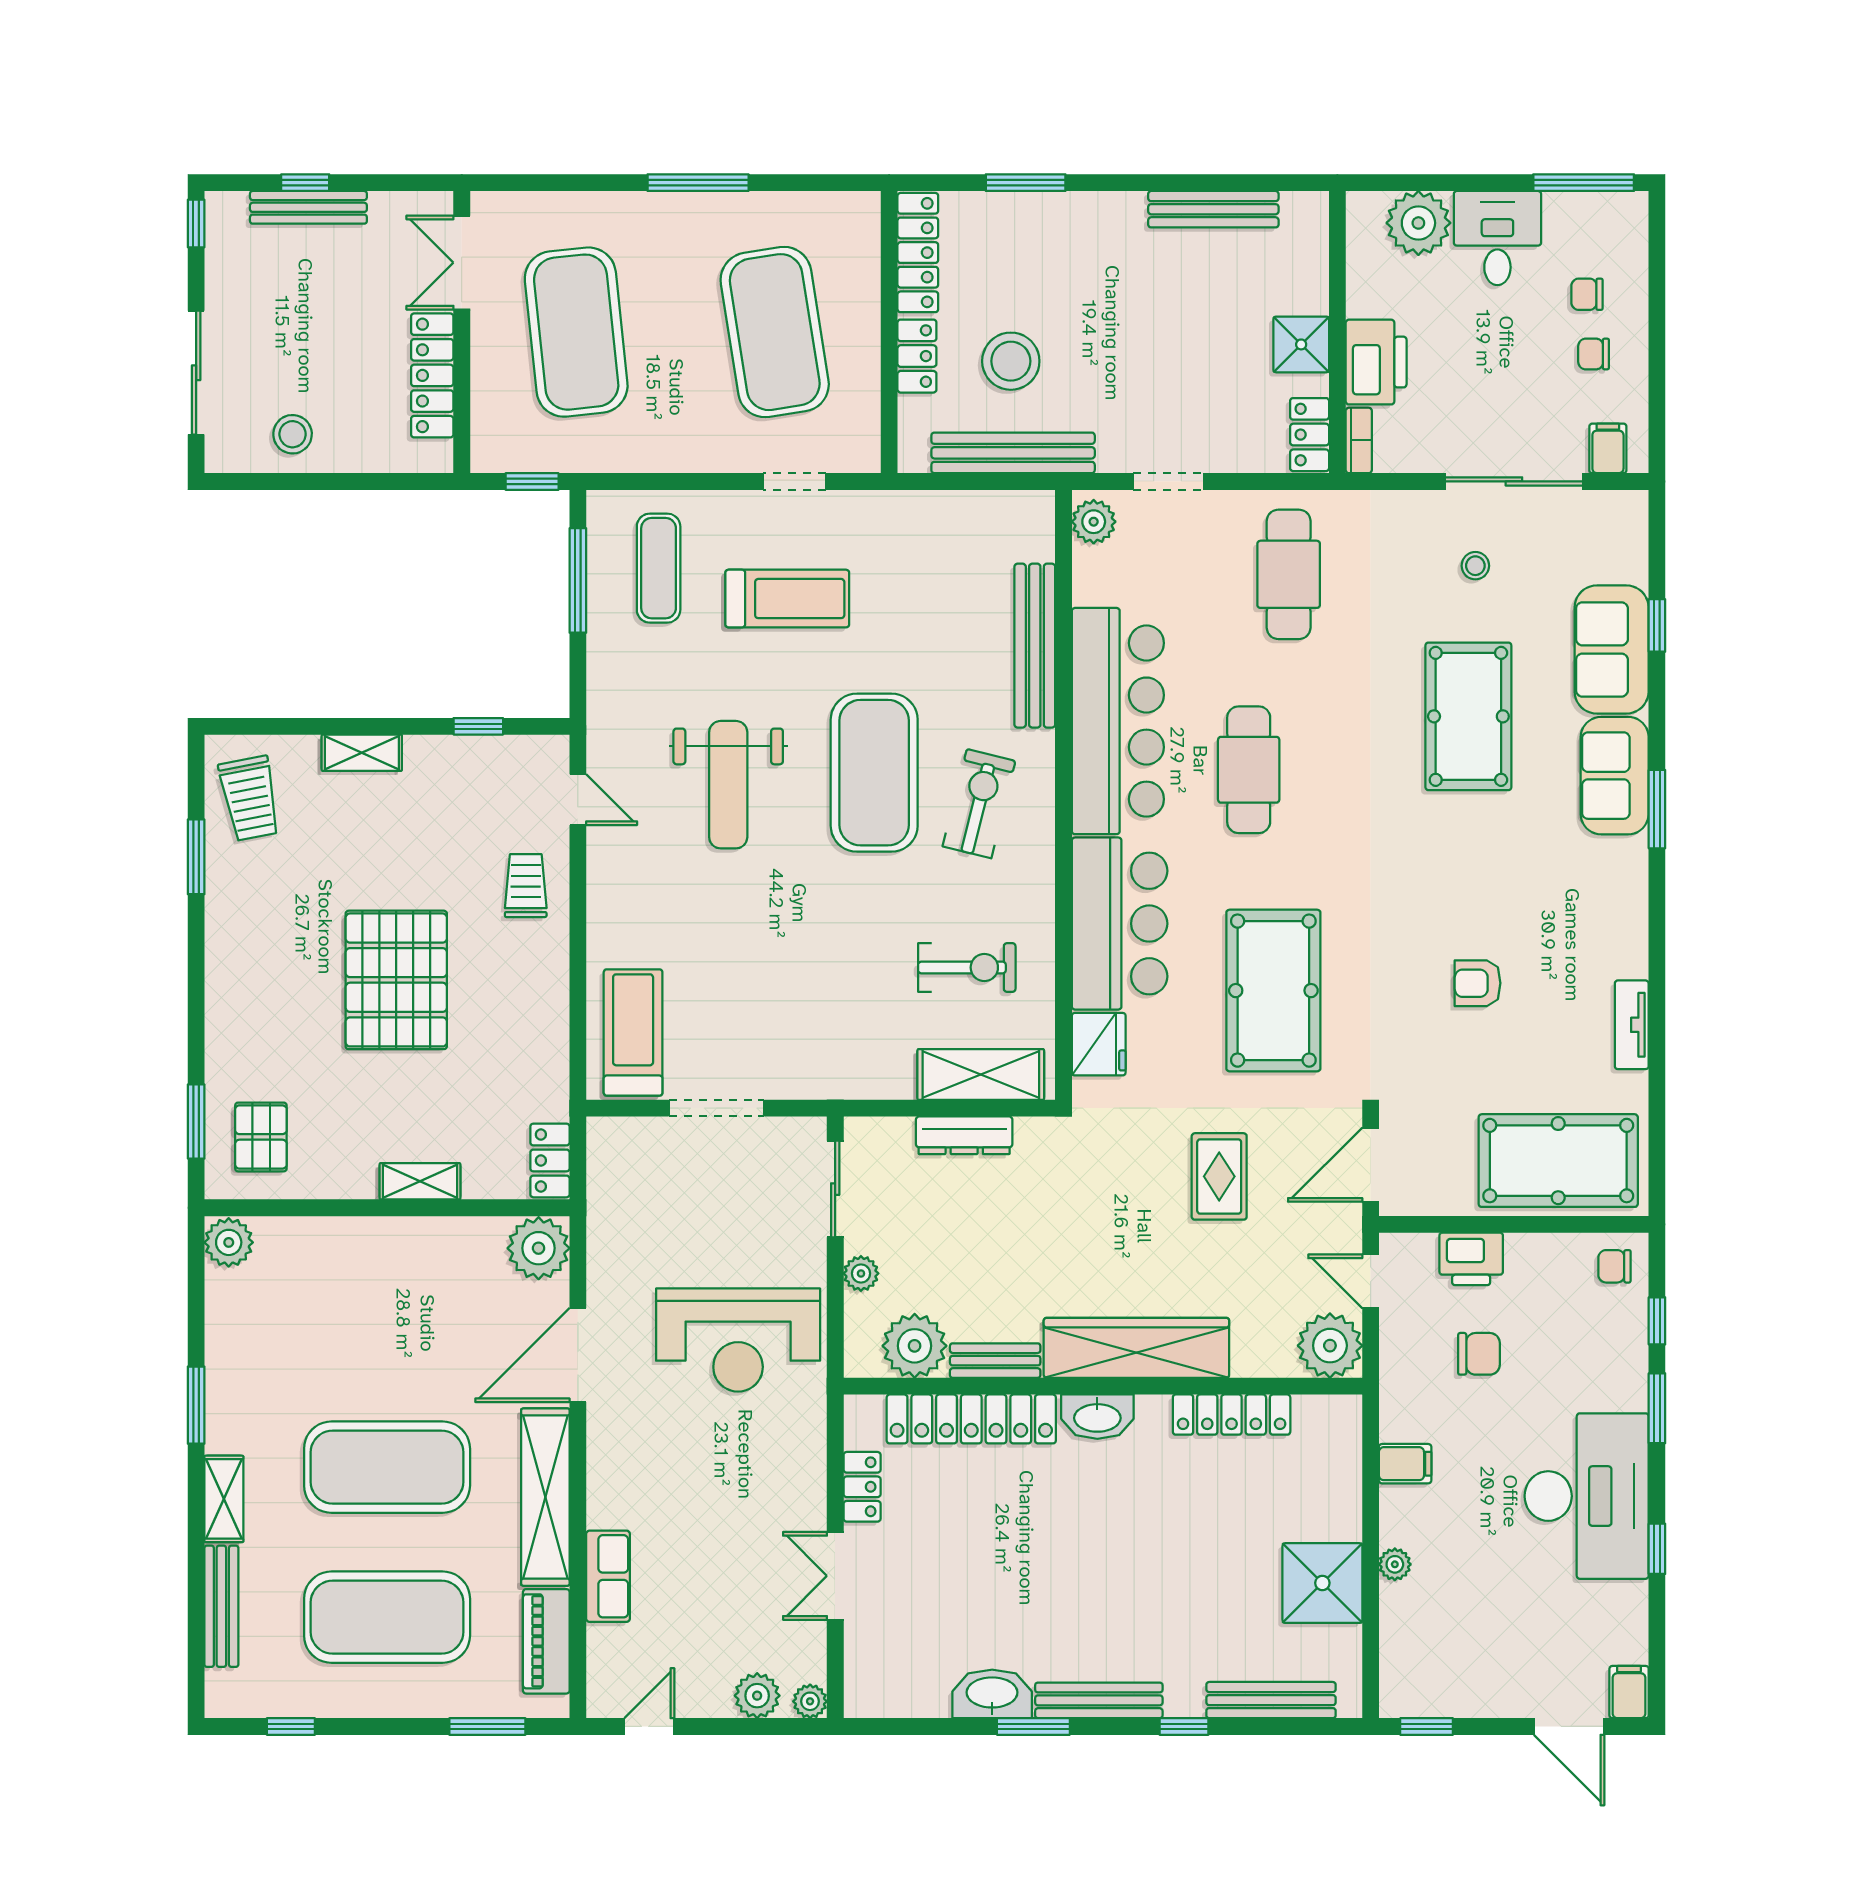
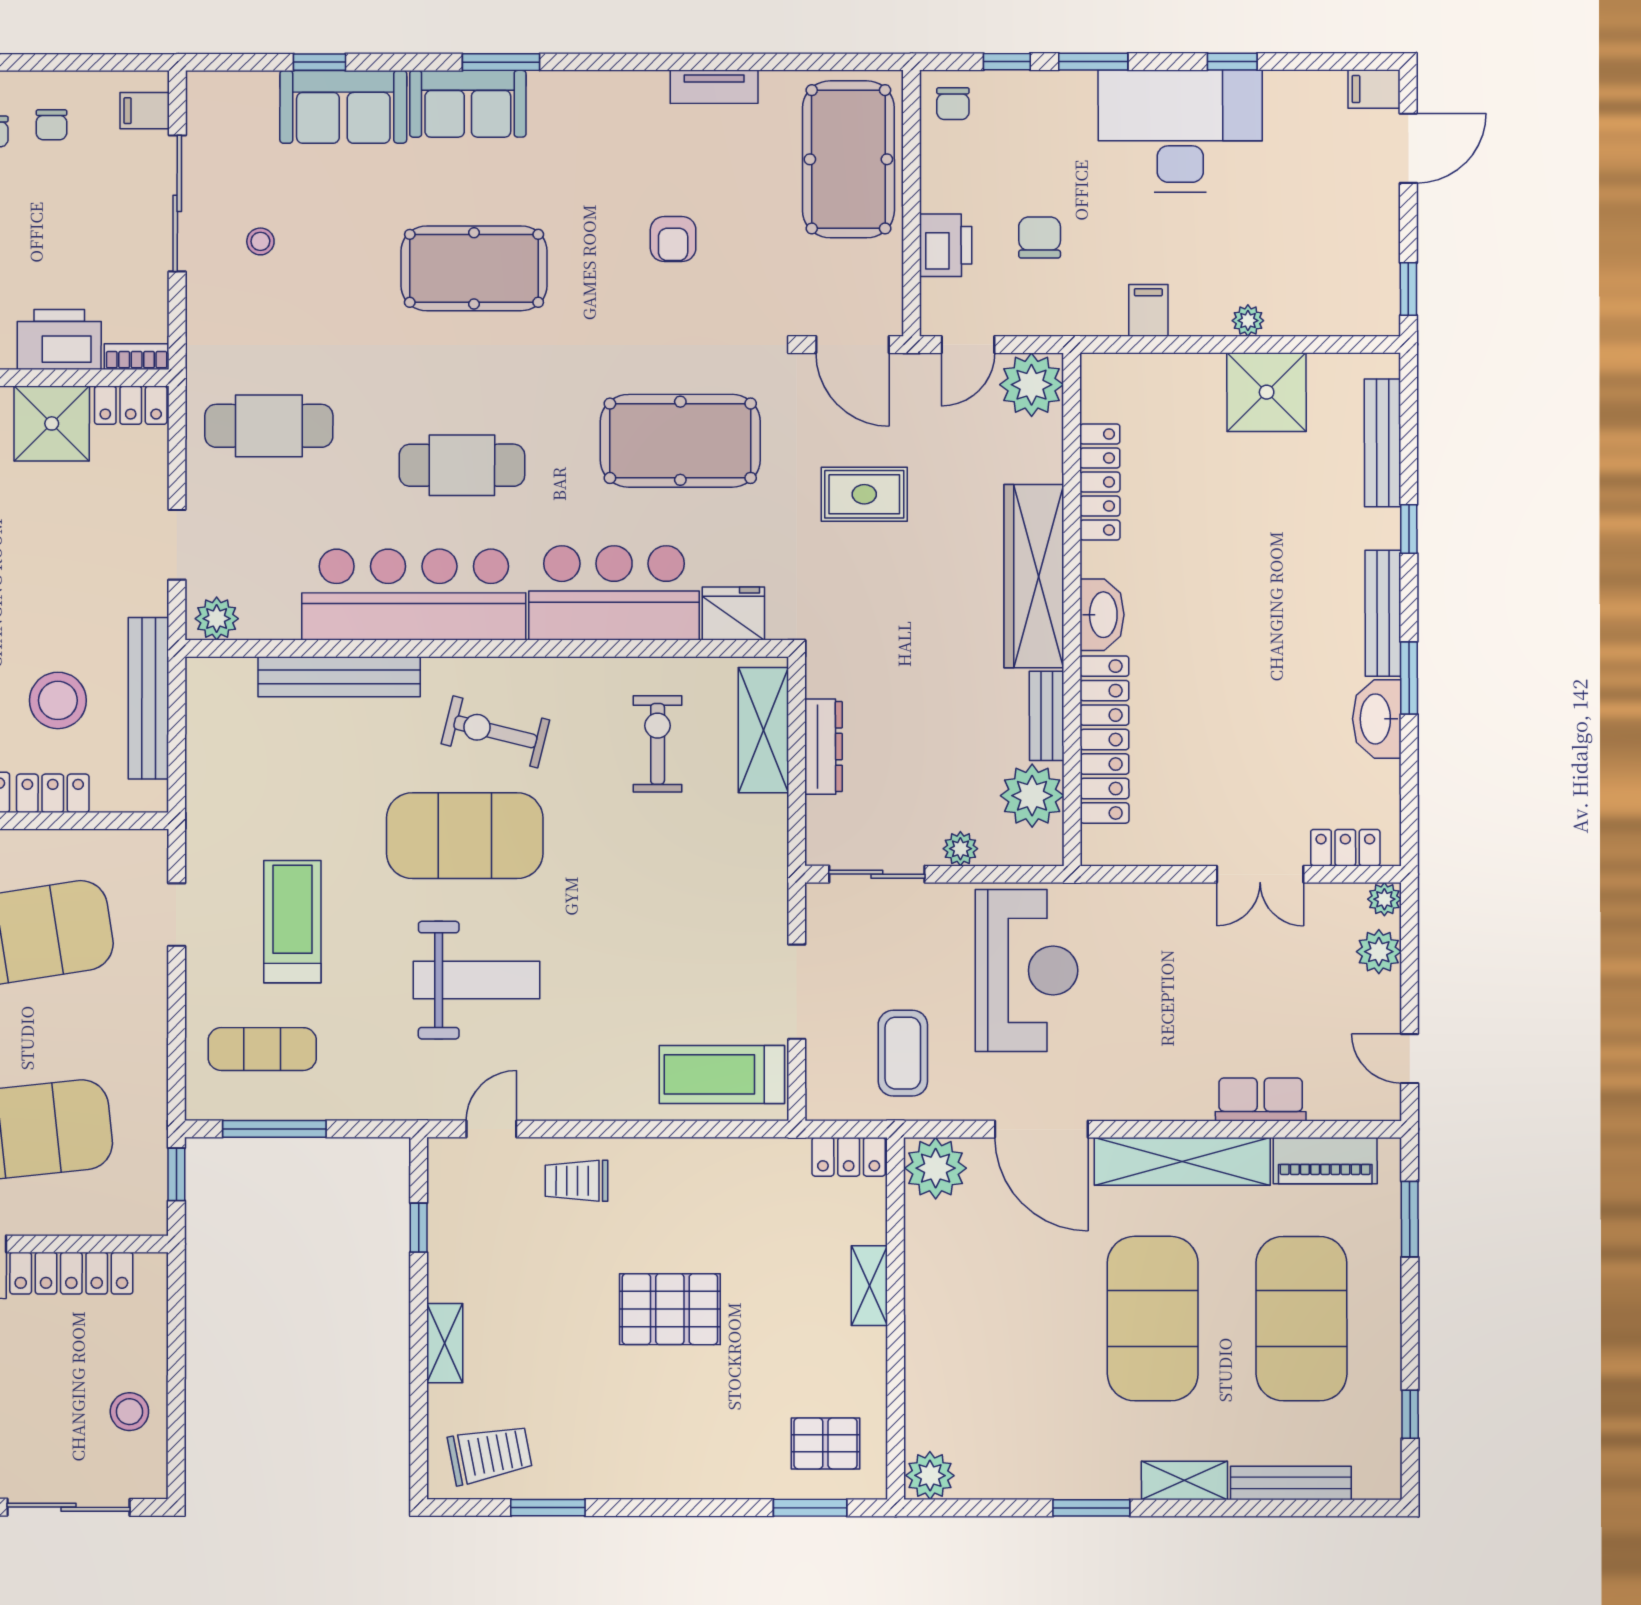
shower: (1301, 344) -> (52, 423), width x1.36, depth x1.36
pool table: (1468, 716) -> (474, 268), moved
pallet: (396, 980) -> (670, 1309), width x0.73, depth x0.71
coffee table: (655, 1215) -> (903, 1053), added
locker: (862, 1487) -> (1345, 848), moved

